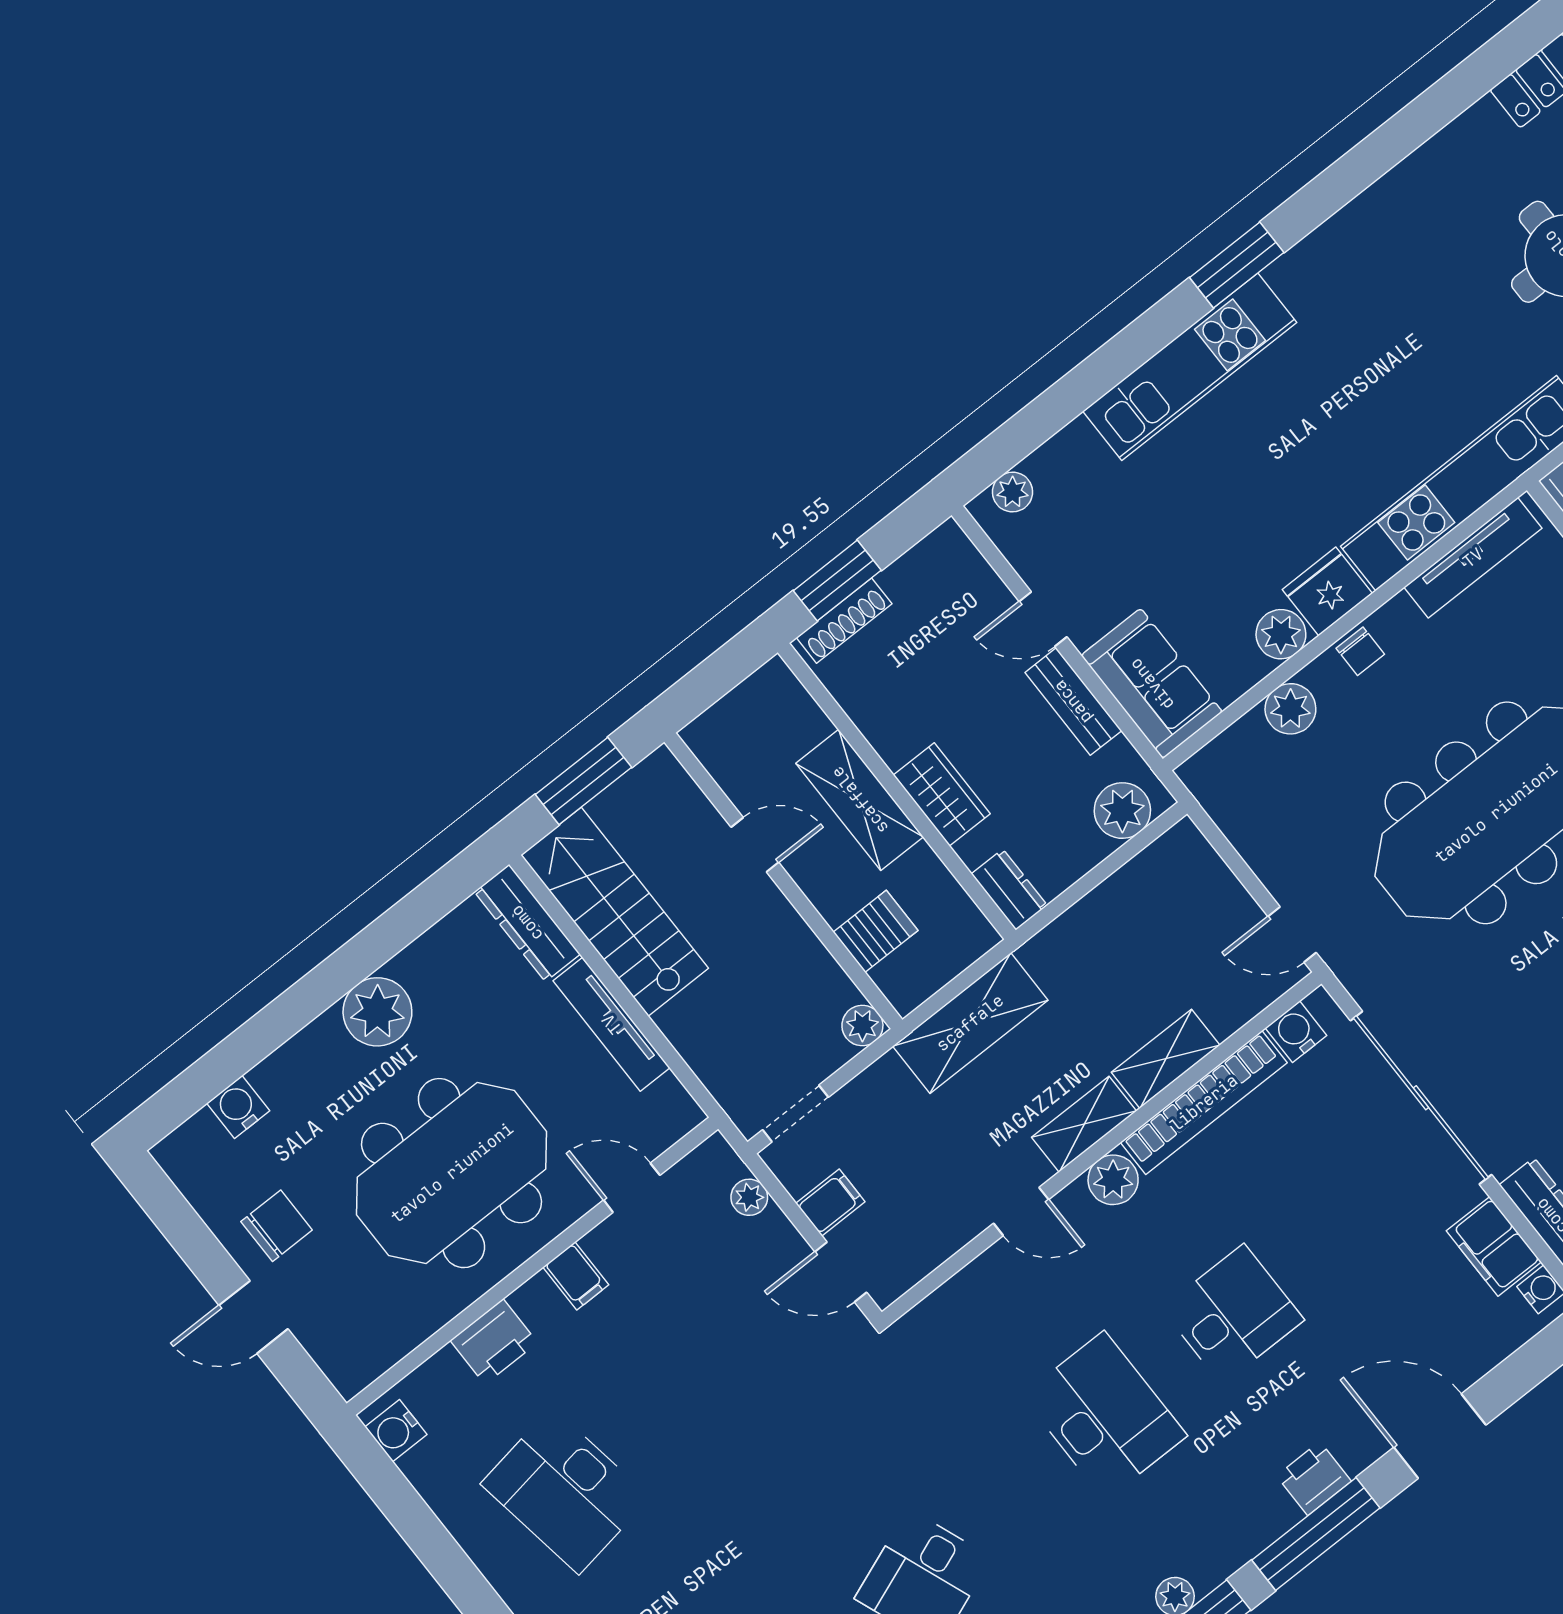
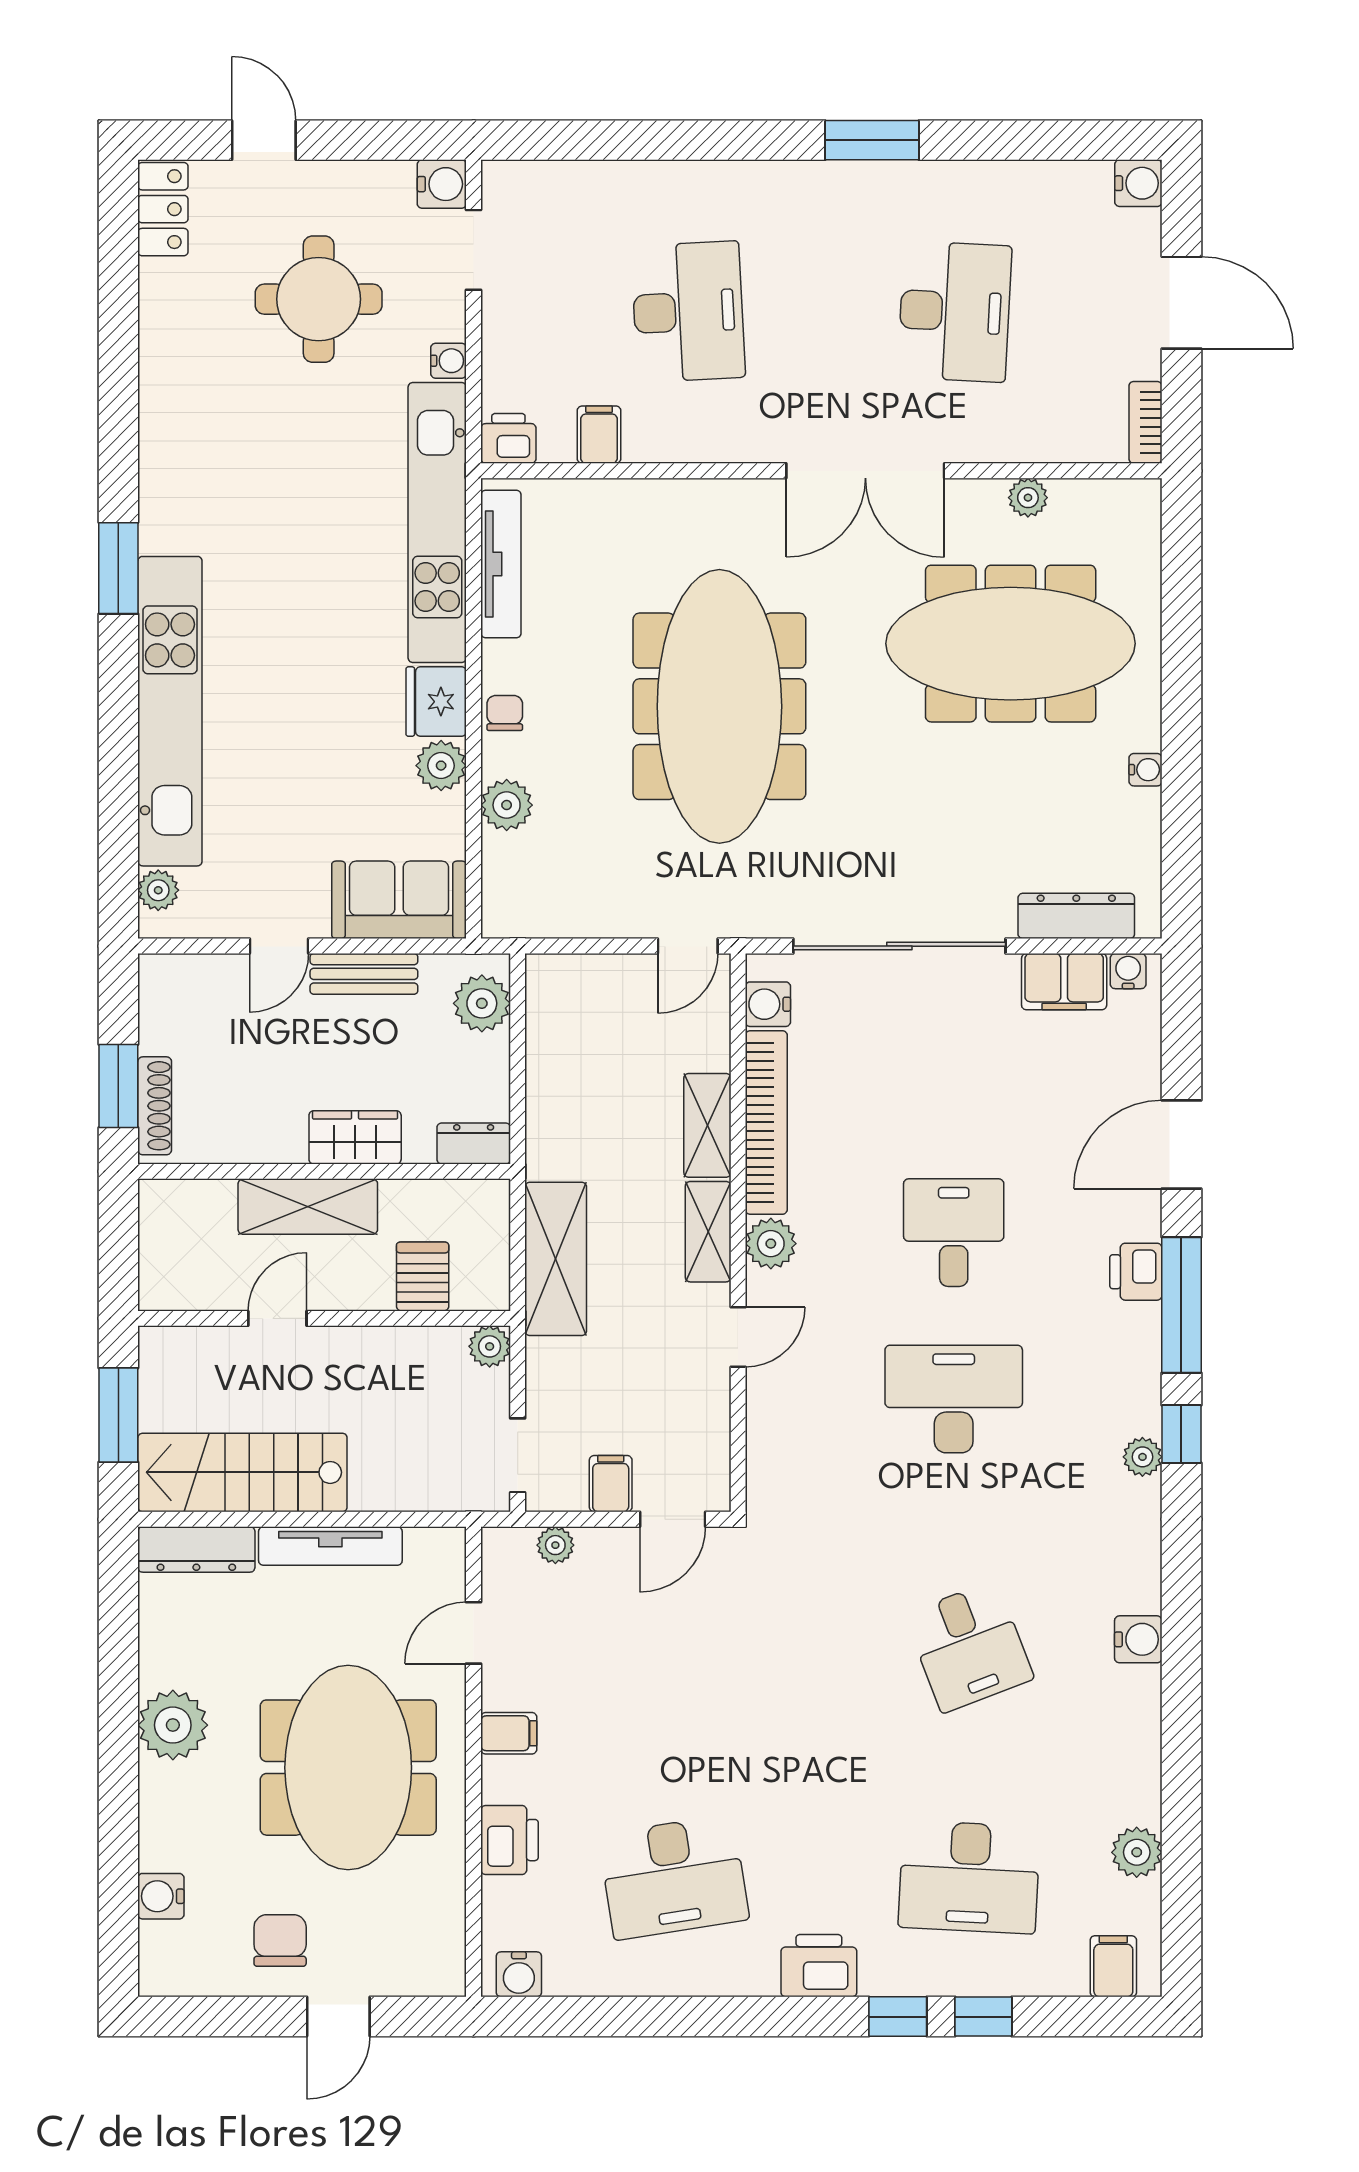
kitchen unit: (1190, 367) -> (170, 711), width x1.36
chair: (1360, 651) -> (505, 713), turned -90

